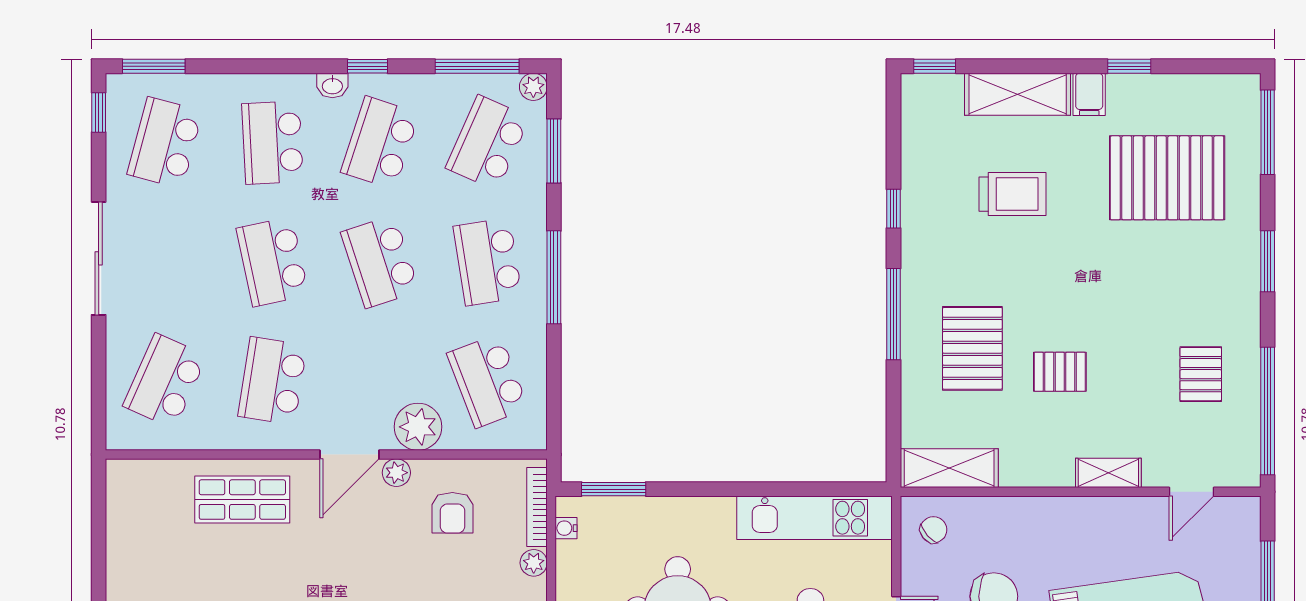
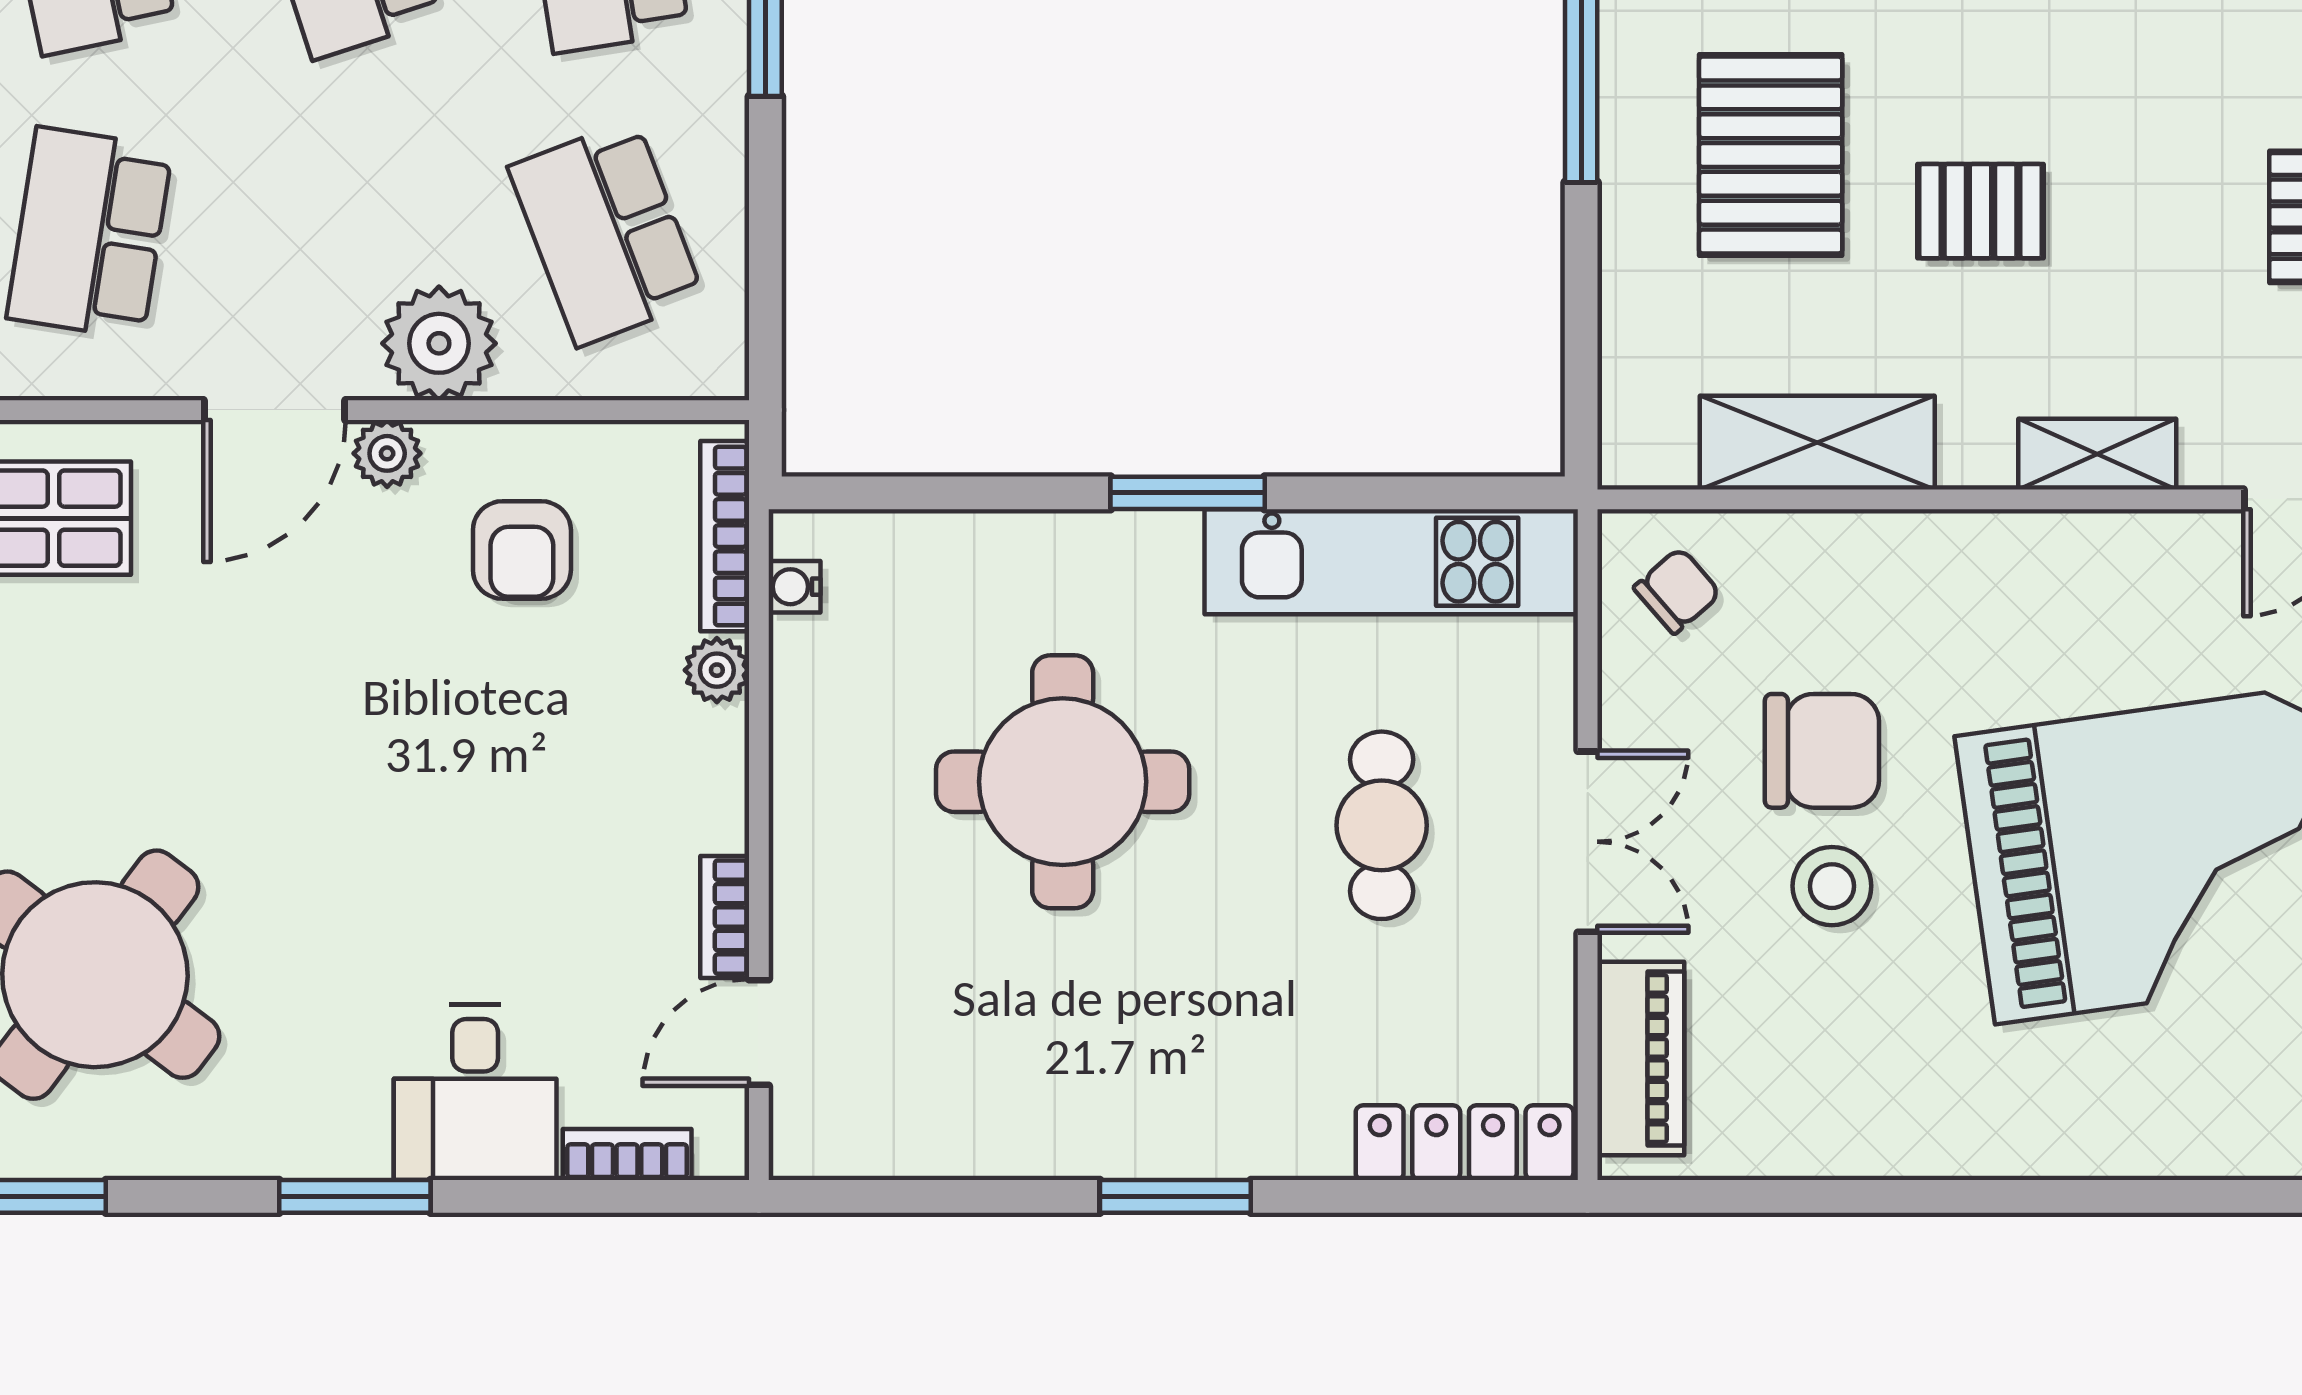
shelving: (949, 468) -> (1817, 443), moved
window: (614, 489) -> (1188, 493), moved

